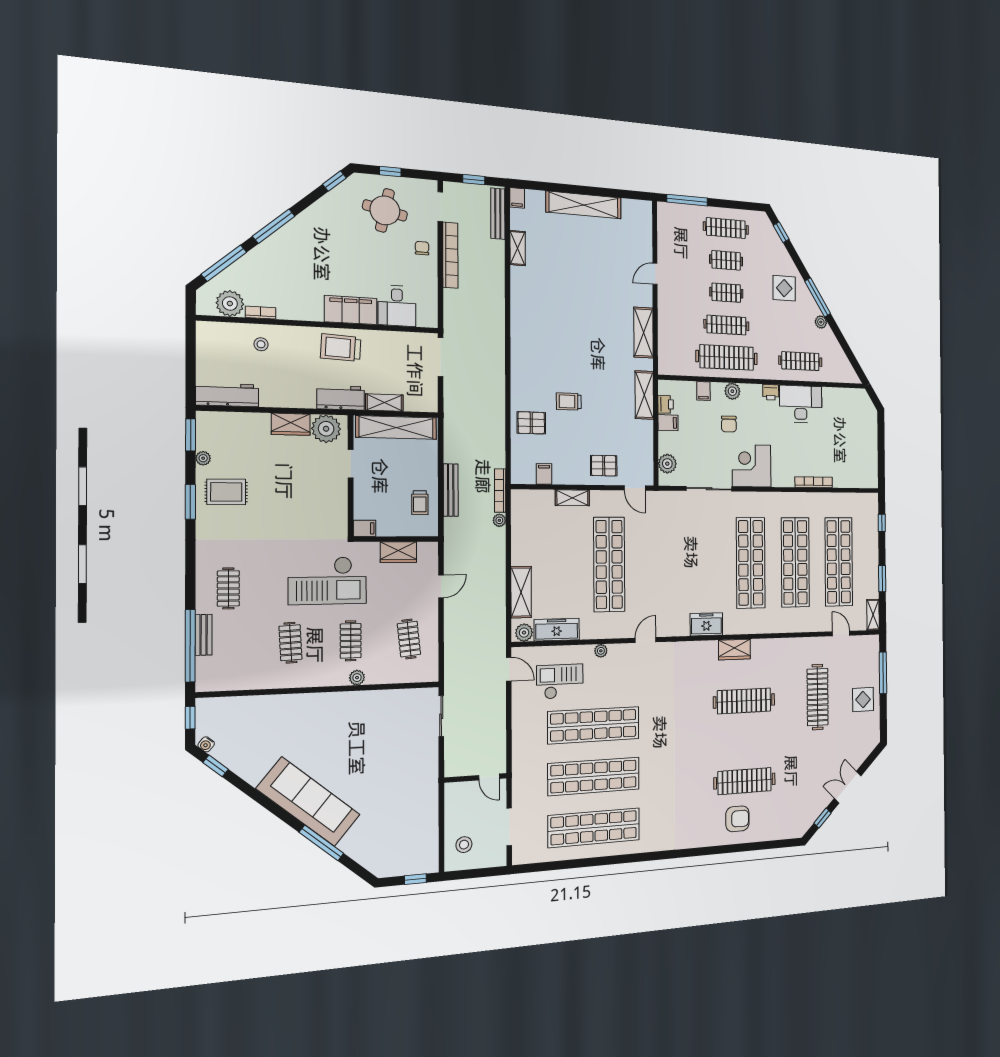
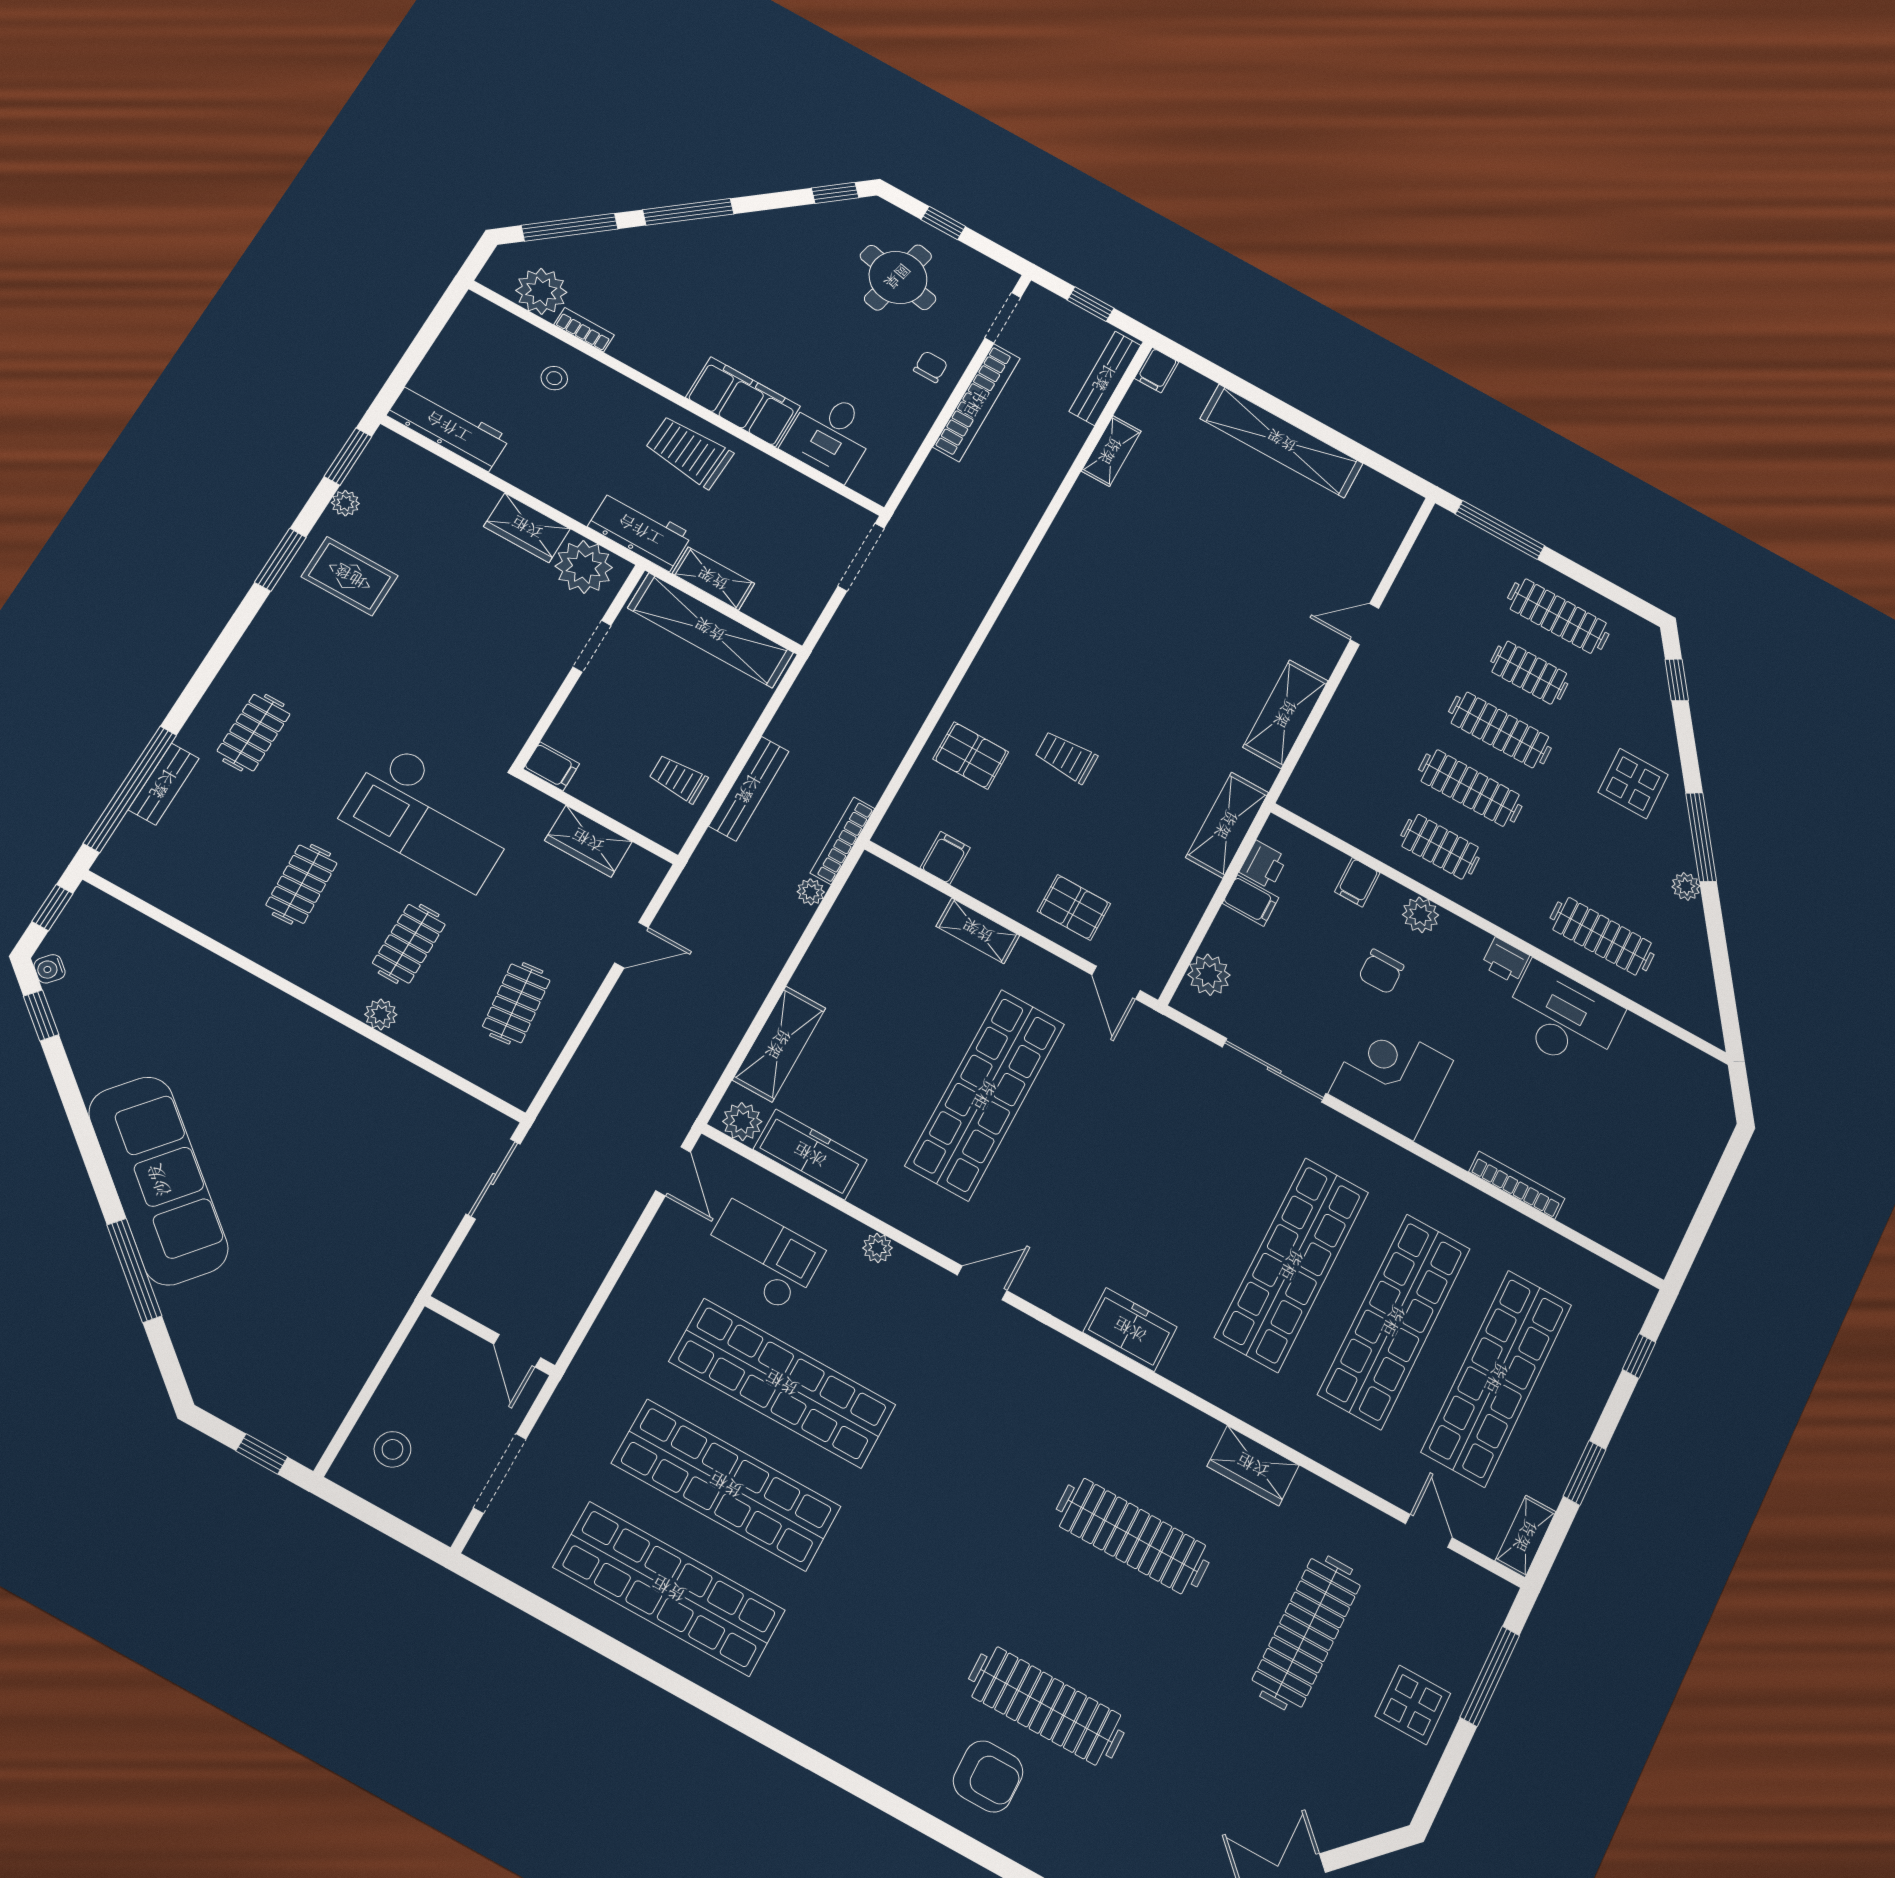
clothes rail: (726, 293) -> (1500, 730), width x1.36
clothes rail: (727, 357) -> (1440, 847), width x0.54, depth x0.76
trolley: (420, 503) -> (678, 779), turned 90
wardrobe: (734, 650) -> (1253, 1466), moved

